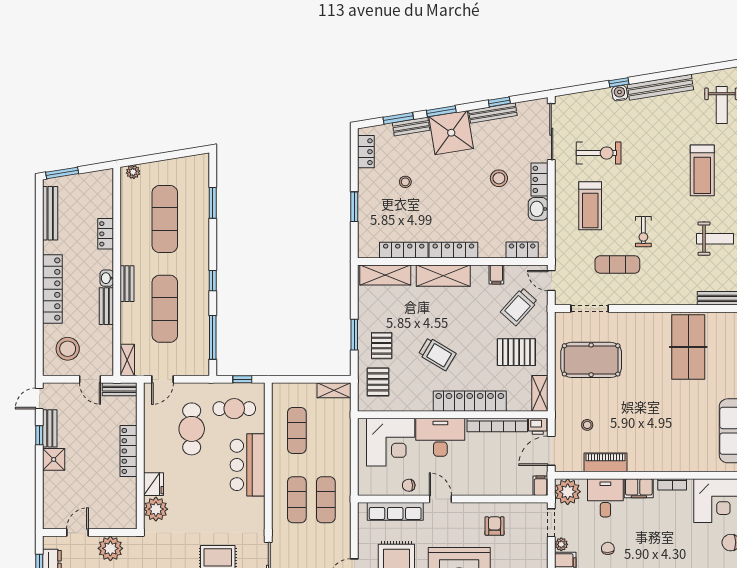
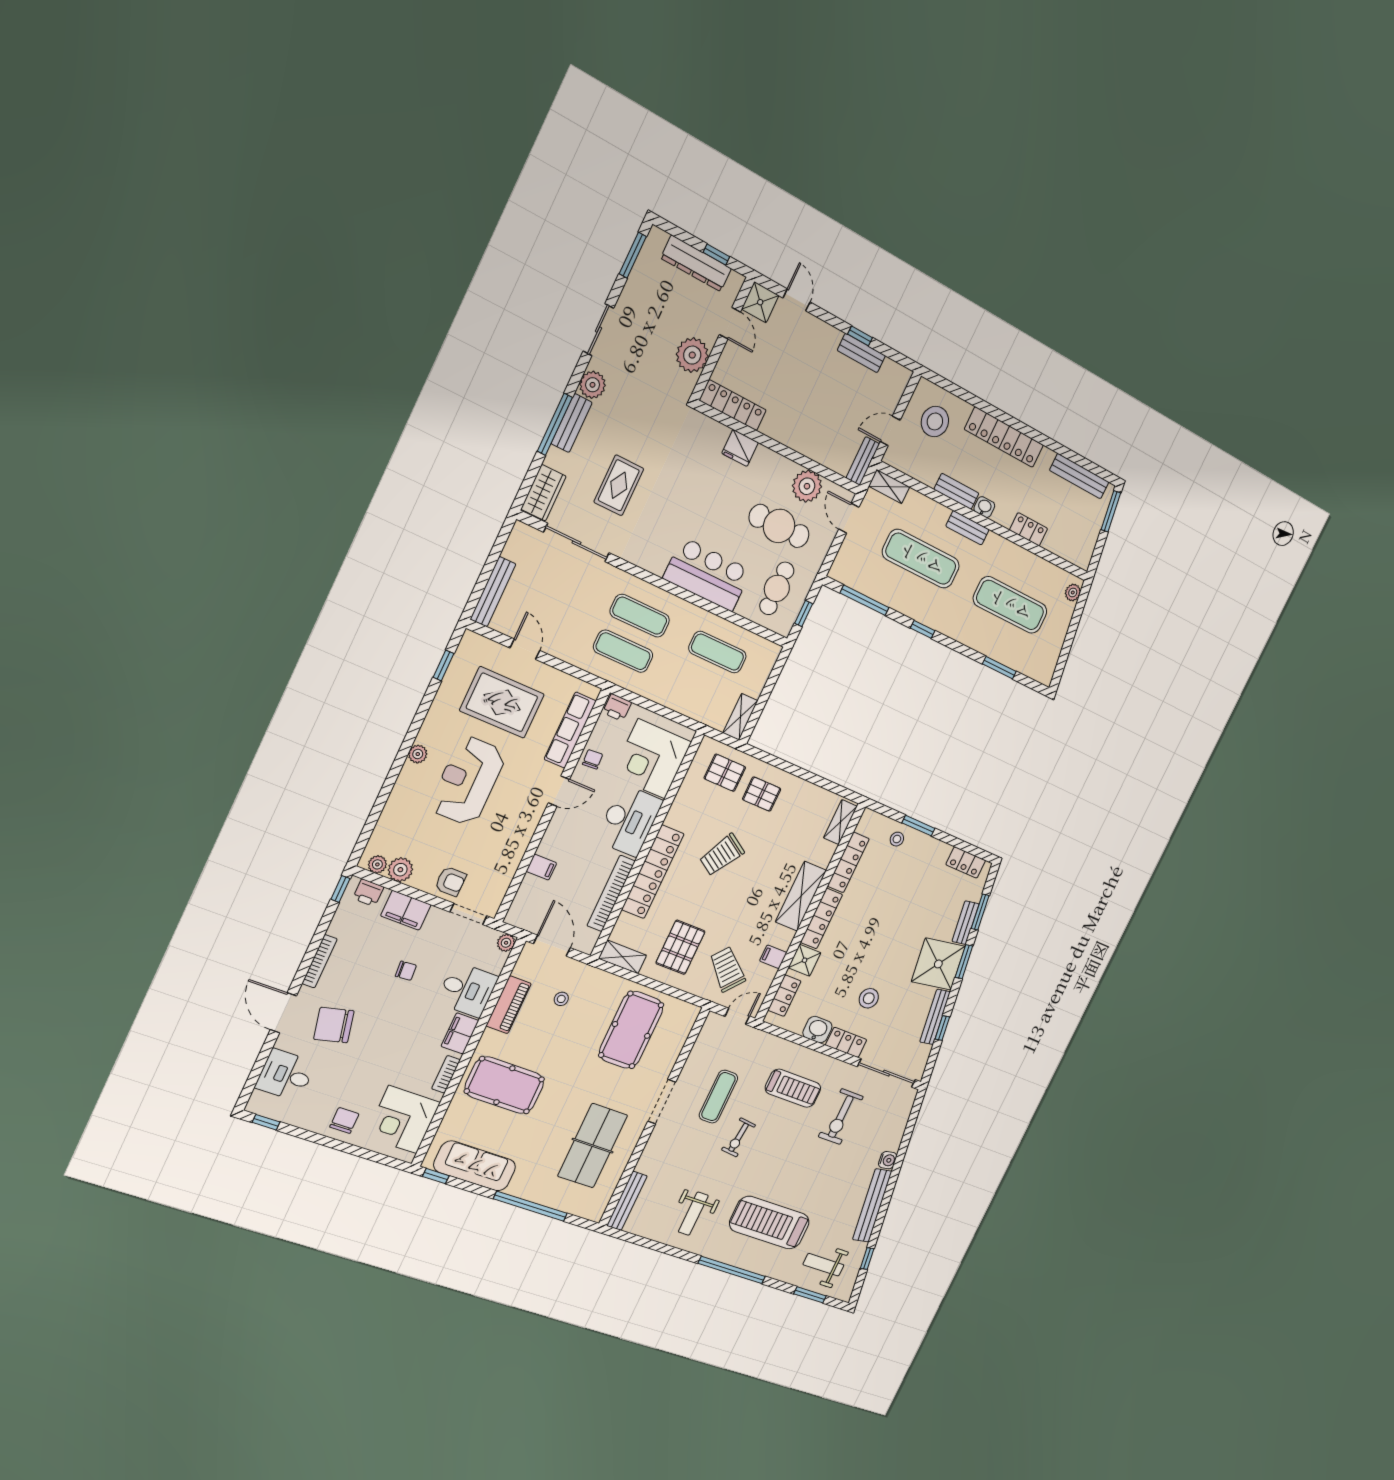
window: (619, 82) -> (867, 1258), moved
treadmill: (702, 170) -> (769, 1223), width x1.37, depth x1.37
stool: (405, 182) -> (897, 839), moved
treadmill: (590, 206) -> (793, 1088), turned 180
exercise bike: (643, 232) -> (739, 1137), turned -84
shower: (490, 247) -> (805, 960), added
shelving: (385, 275) -> (840, 822), width x0.67, depth x0.75
doorway: (590, 309) -> (662, 1102), moved
window: (354, 335) -> (788, 767), removed
table tennis table: (688, 347) -> (593, 1146), turned 90
door: (39, 398) -> (797, 300), moved
printer: (538, 426) -> (617, 707), moved, turned -90
pool table: (665, 437) -> (504, 1085), added
locker: (129, 451) -> (733, 405), moved
shower: (54, 459) -> (760, 302), moved
filing cabinet: (541, 486) -> (541, 867), moved
plant: (568, 492) -> (506, 943), width x0.53, depth x0.53
plant: (156, 509) -> (807, 486), moved
armchair: (495, 526) -> (451, 881), moved
plant: (561, 544) -> (437, 916), removed

